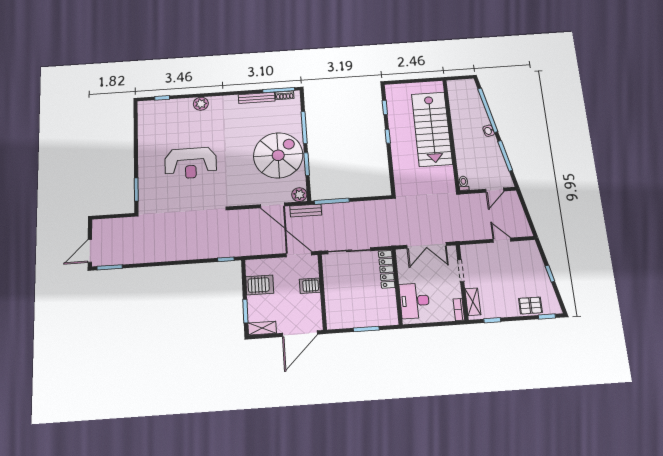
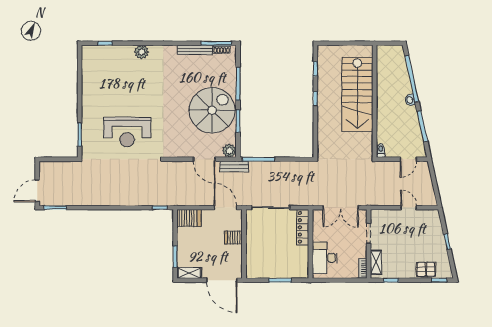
reception desk: (191, 163) -> (127, 132), moved
server rack: (260, 285) -> (189, 218), moved
door: (300, 334) -> (222, 280), hinge flipped

